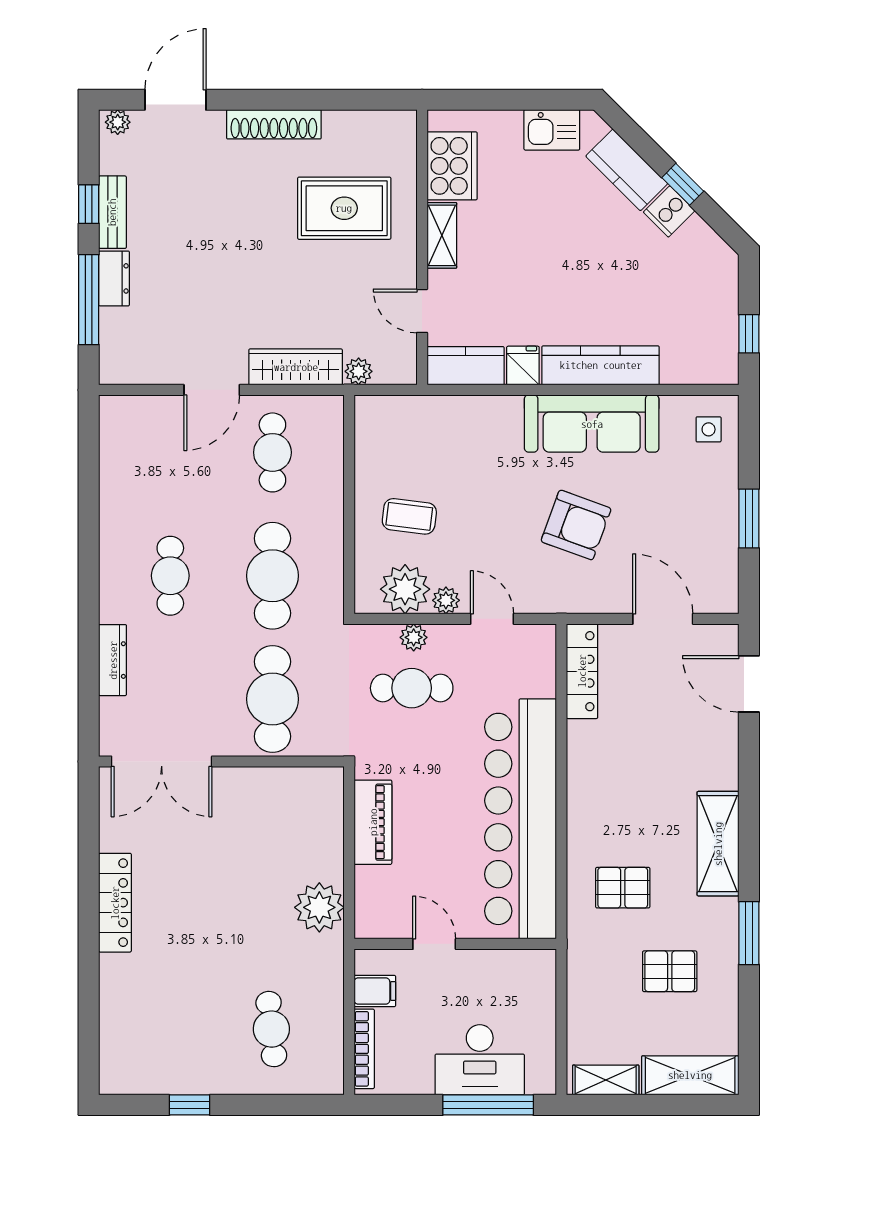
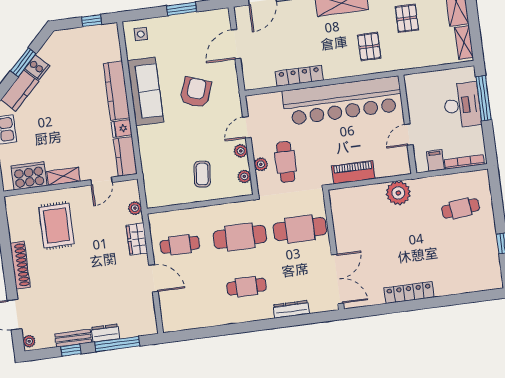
window: (683, 184) -> (23, 62), width x1.50
wardrobe: (296, 367) -> (137, 239), width x0.67
plant: (405, 589) -> (244, 176), width x0.53, depth x0.53
locker: (582, 671) -> (299, 76), moved

